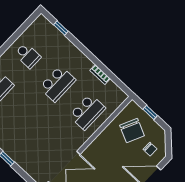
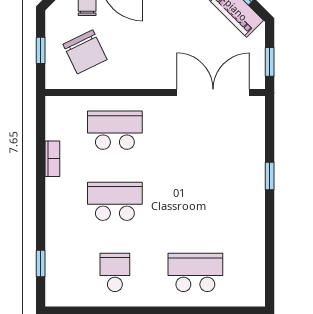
chair: (132, 130) -> (85, 52), turned 129

